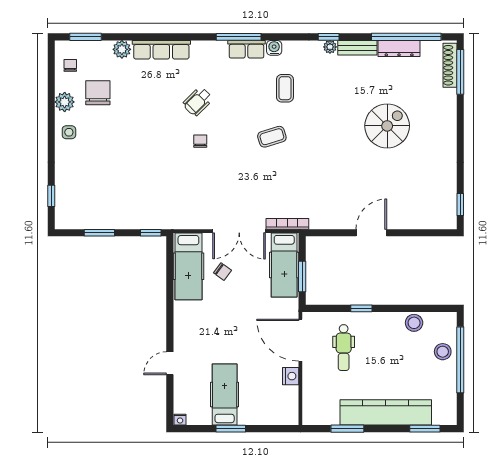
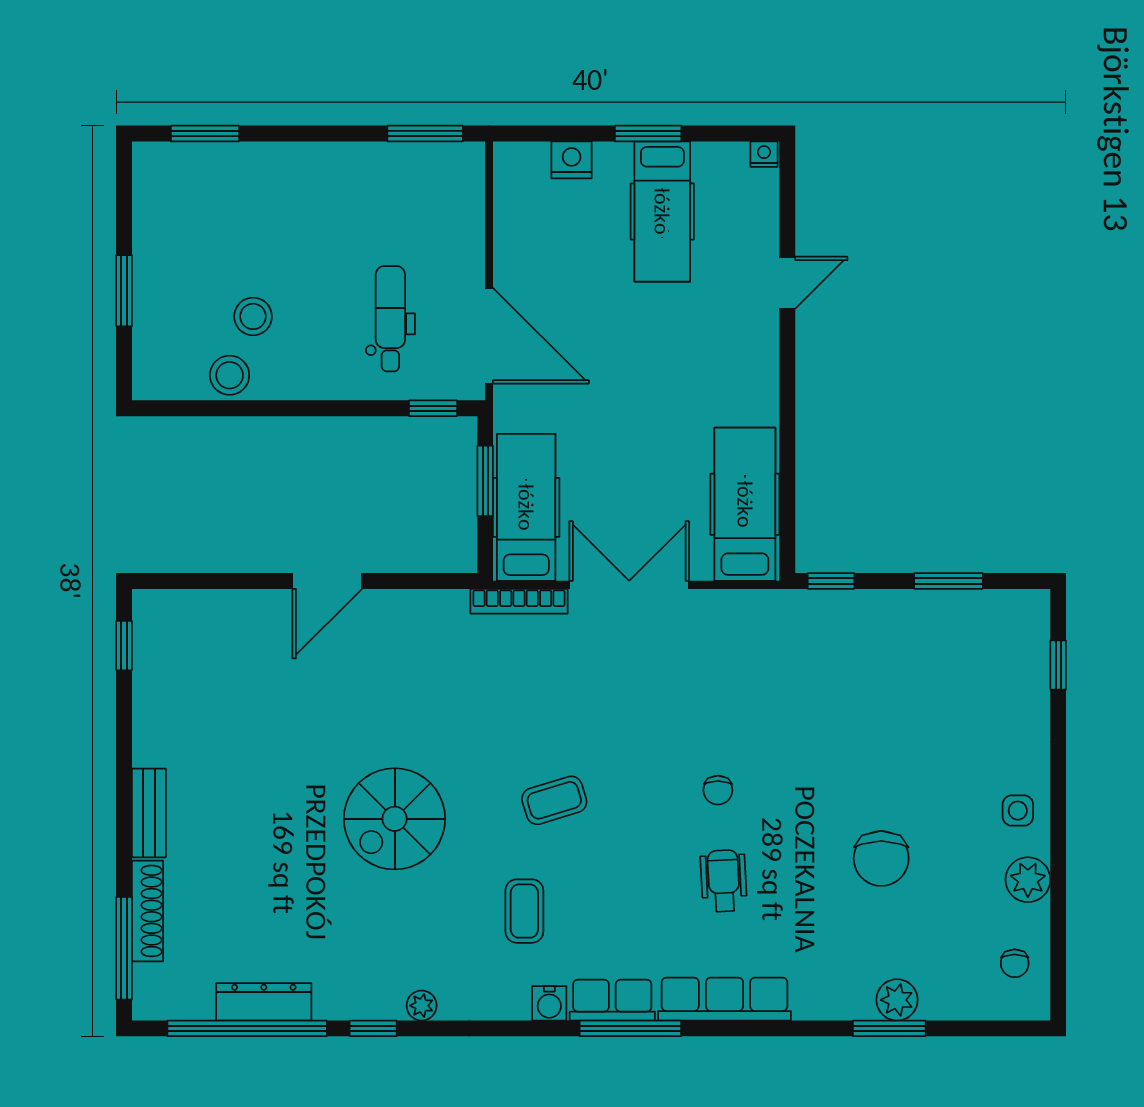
window: (85, 37) -> (889, 1028), moved
window: (329, 37) -> (373, 1028), moved
bench: (357, 48) -> (149, 813), moved, turned 90
row of seats: (161, 50) -> (724, 999), moved
shoe rack: (450, 65) -> (148, 911), moved
chair: (98, 93) -> (881, 858), moved
wheelchair: (198, 101) -> (724, 881), turned -48
spiral stairs: (387, 126) -> (395, 819), moved
chair: (223, 272) -> (667, 492), removed
window: (361, 308) -> (433, 408), moved
stool: (443, 352) -> (253, 316), moved
window: (460, 360) -> (124, 291), width x0.47
nightstand: (291, 376) -> (572, 160), moved, turned 90
kitchen counter: (386, 412) -> (294, 171), removed
window: (347, 429) -> (425, 134), moved

